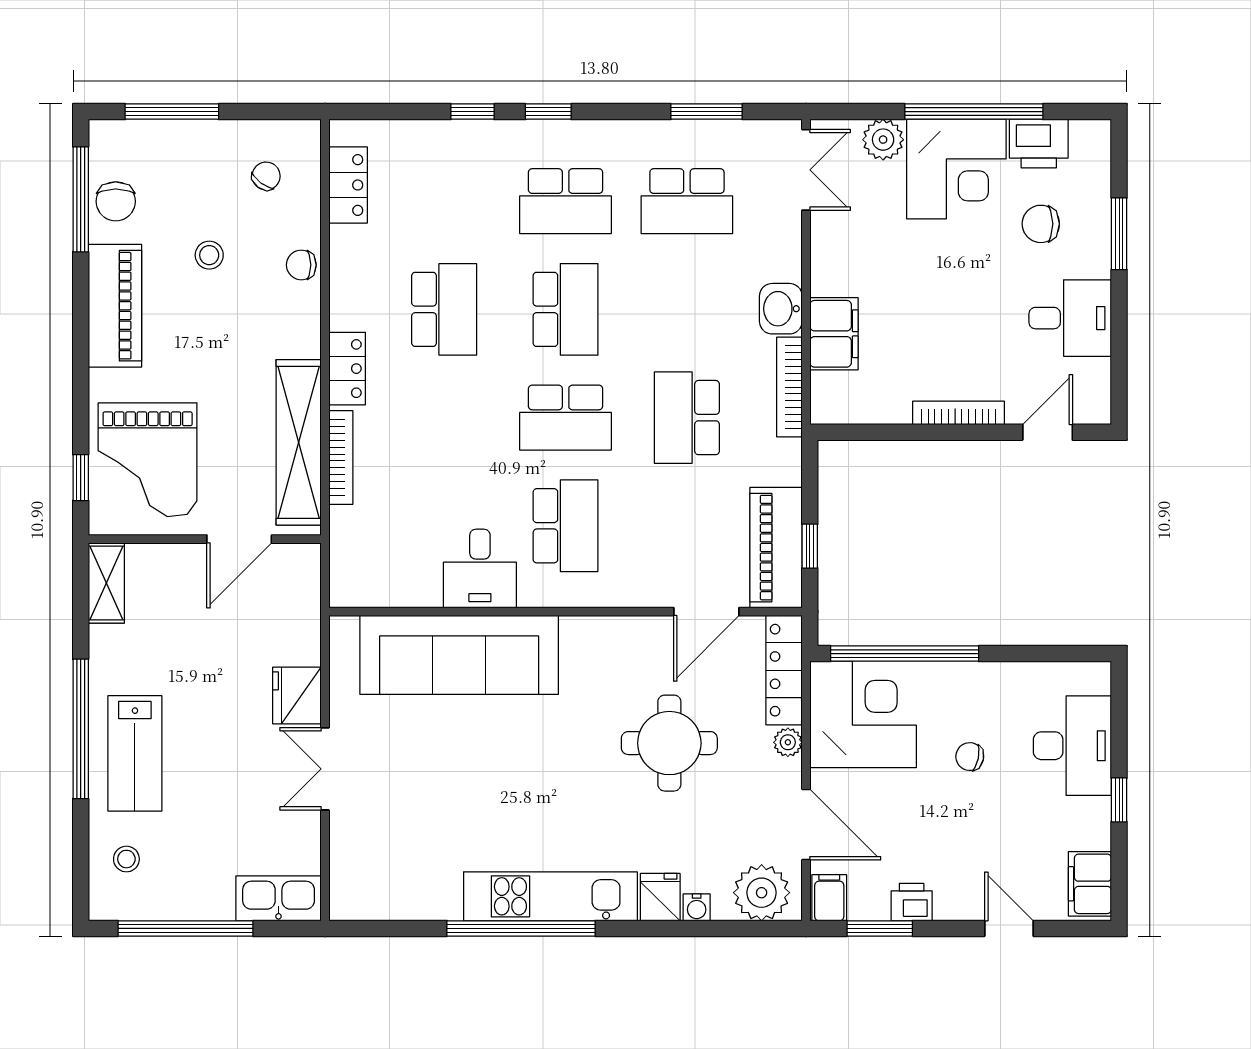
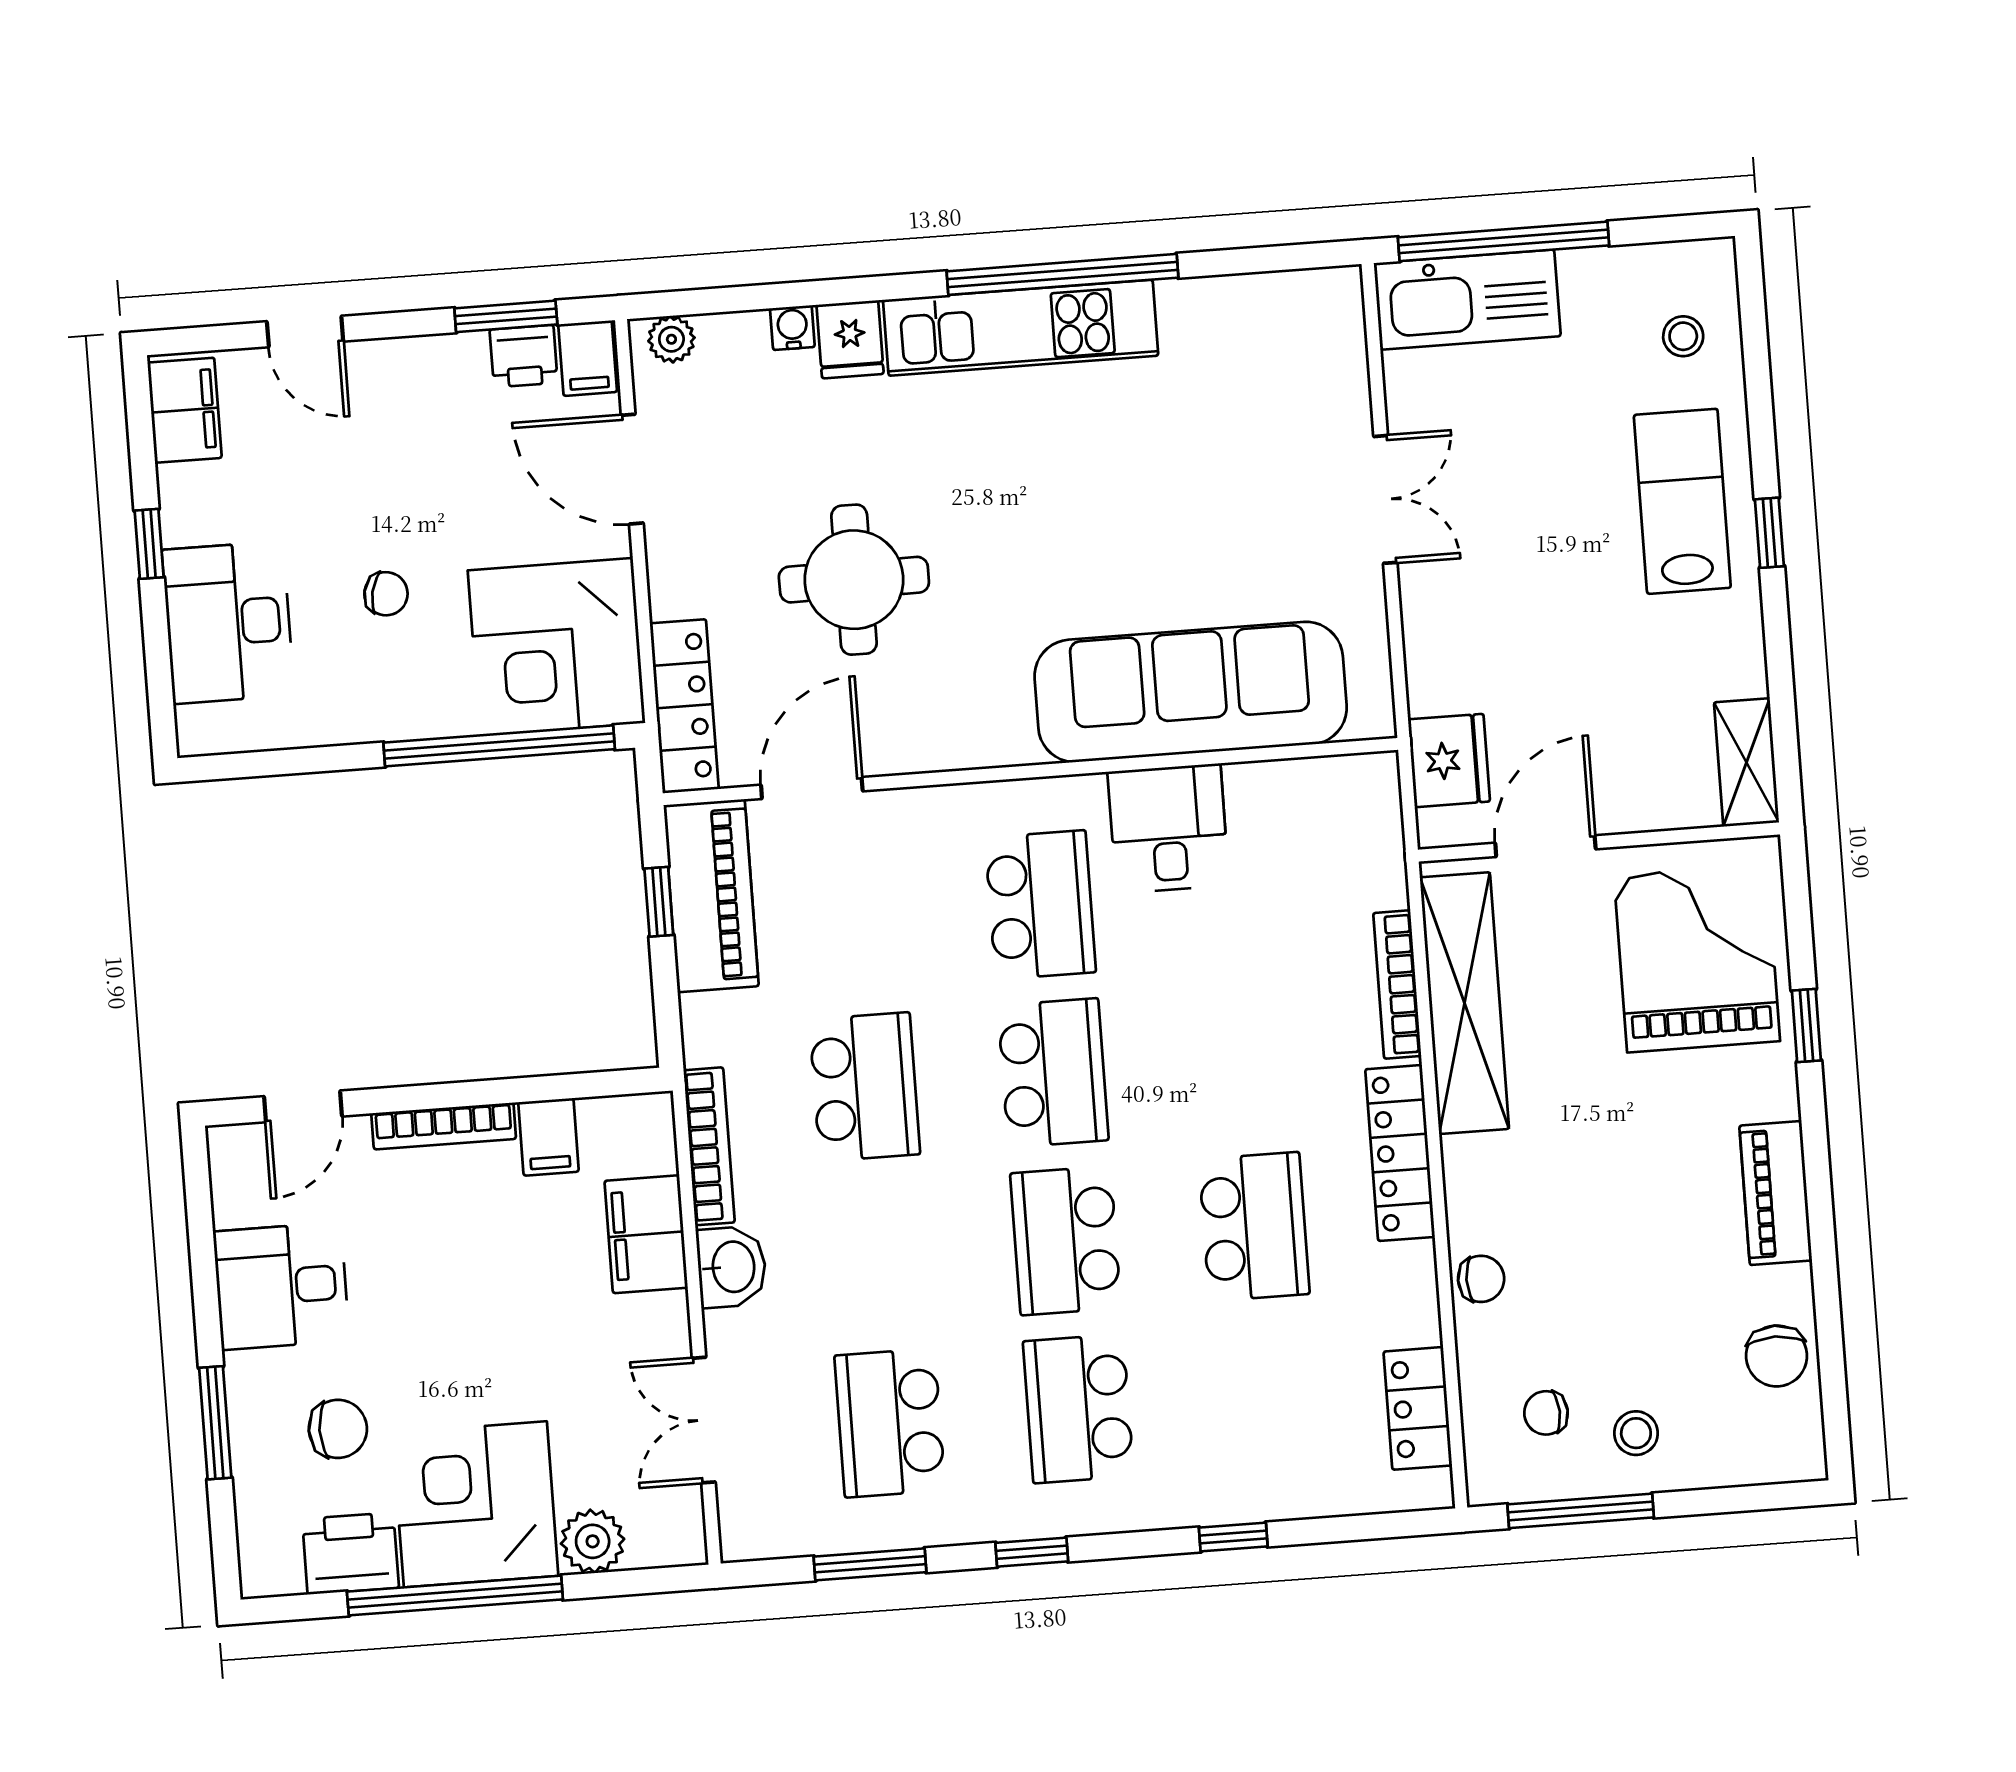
window: (172, 112) -> (1581, 1511), moved
window: (548, 112) -> (1032, 1552), moved
double door: (806, 170) -> (704, 1420), moved
chair: (266, 176) -> (1546, 1413), turned 50
window: (81, 199) -> (1831, 1355), removed
chair: (116, 201) -> (1777, 1356), turned 180
school desk: (566, 201) -> (1078, 1409), turned -90
school desk: (687, 201) -> (890, 1423), turned -90
stool: (209, 255) -> (1636, 1433), moved
piano: (115, 306) -> (1776, 1193), width x0.73, depth x0.75
school desk: (444, 309) -> (1254, 1227), turned 180
locker: (347, 369) -> (1400, 1153), width x1.53
filing cabinet: (892, 401) -> (548, 1137), added
school desk: (566, 418) -> (1053, 1073), turned 90
window: (81, 478) -> (1806, 1026), moved
school desk: (566, 526) -> (1040, 905), turned 180
fridge: (297, 695) -> (1449, 760), moved
window: (81, 729) -> (1769, 533), width x0.32
plant: (788, 742) -> (670, 595), removed
plant: (762, 893) -> (671, 339), width x0.53, depth x0.53
kitchen sink: (279, 898) -> (1467, 300), width x1.36, depth x1.24
printer: (912, 902) -> (524, 356), moved
window: (185, 928) -> (1504, 241), moved

